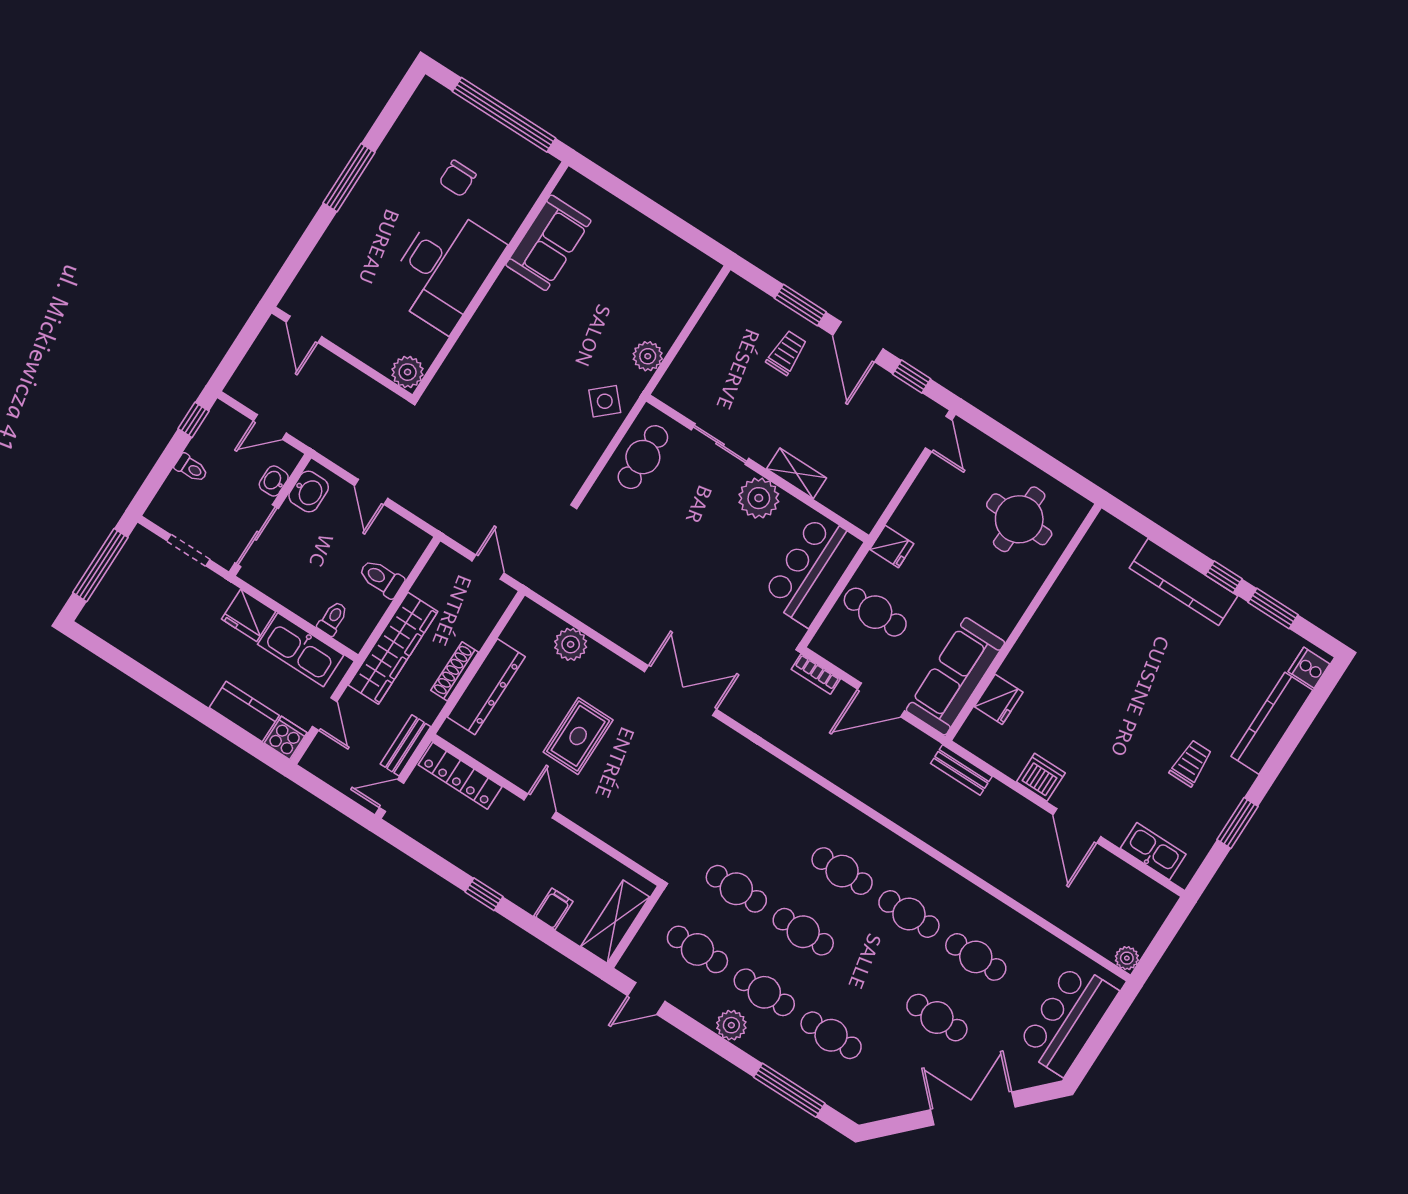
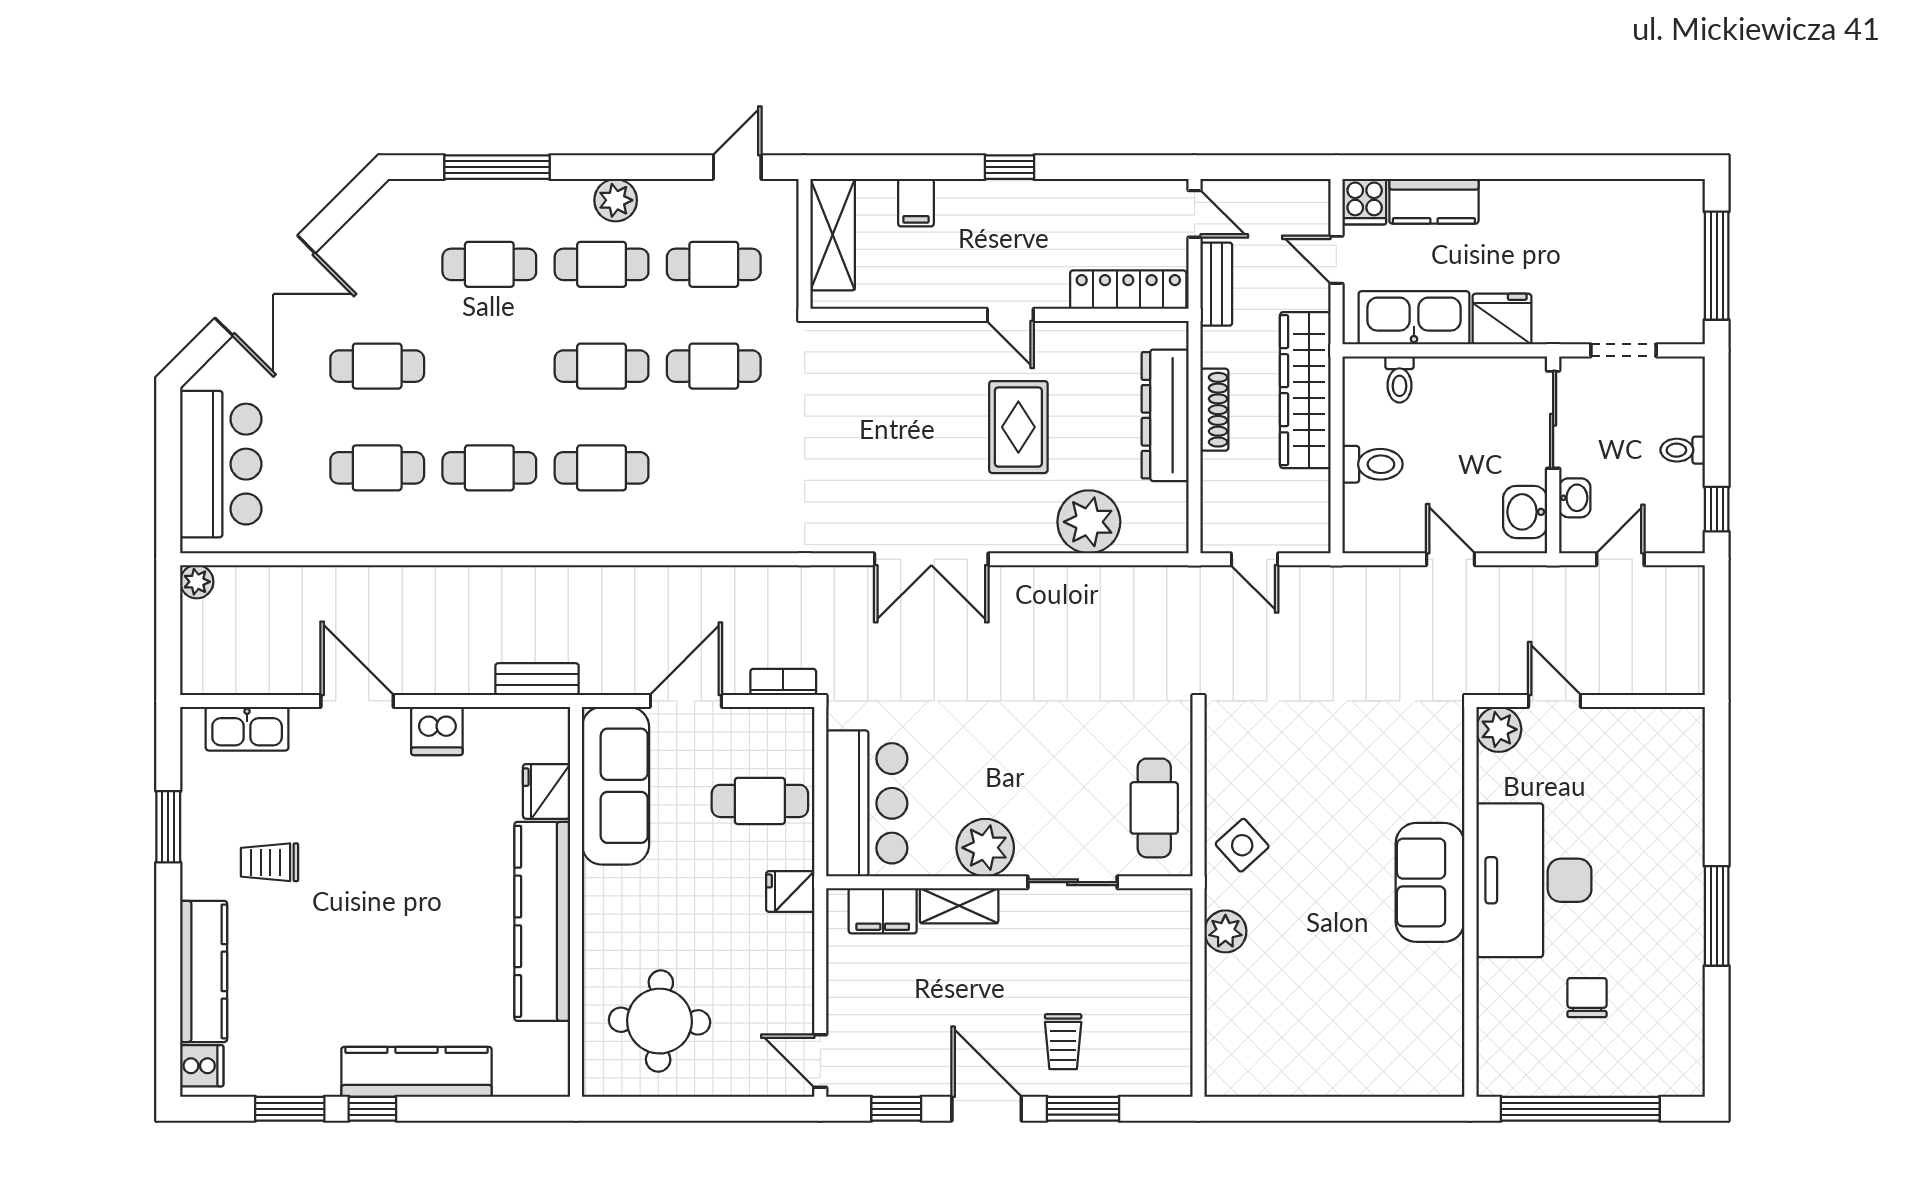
sofa: (548, 243) -> (1430, 882), moved
door: (304, 329) -> (1555, 701), moved
filing cabinet: (844, 500) -> (883, 911), added
kitchen counter: (1051, 624) -> (542, 921), added
plant: (571, 644) -> (1089, 522), width x1.36, depth x1.36
trolley: (1191, 763) -> (270, 862), turned 90
door: (392, 796) -> (1195, 214), hinge flipped

